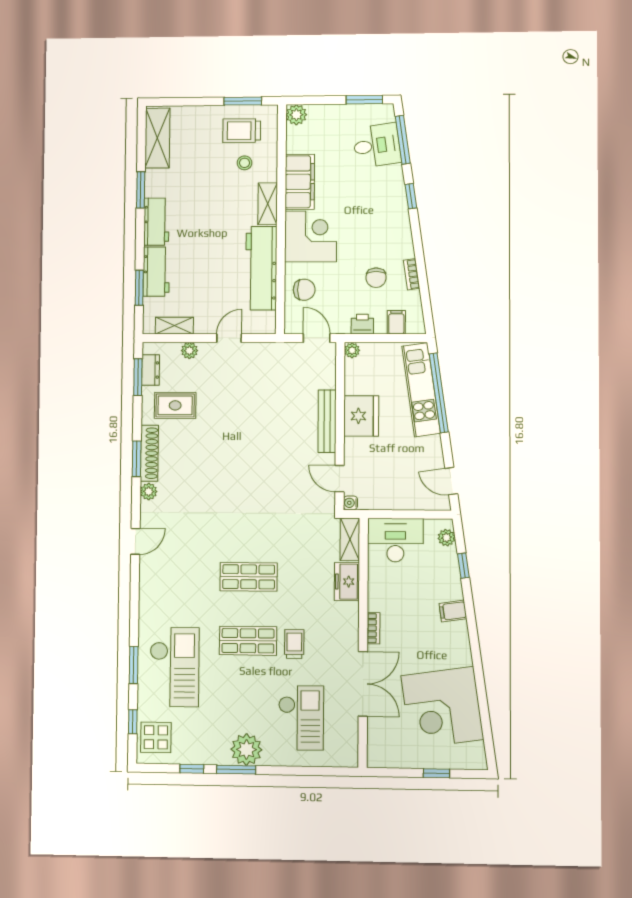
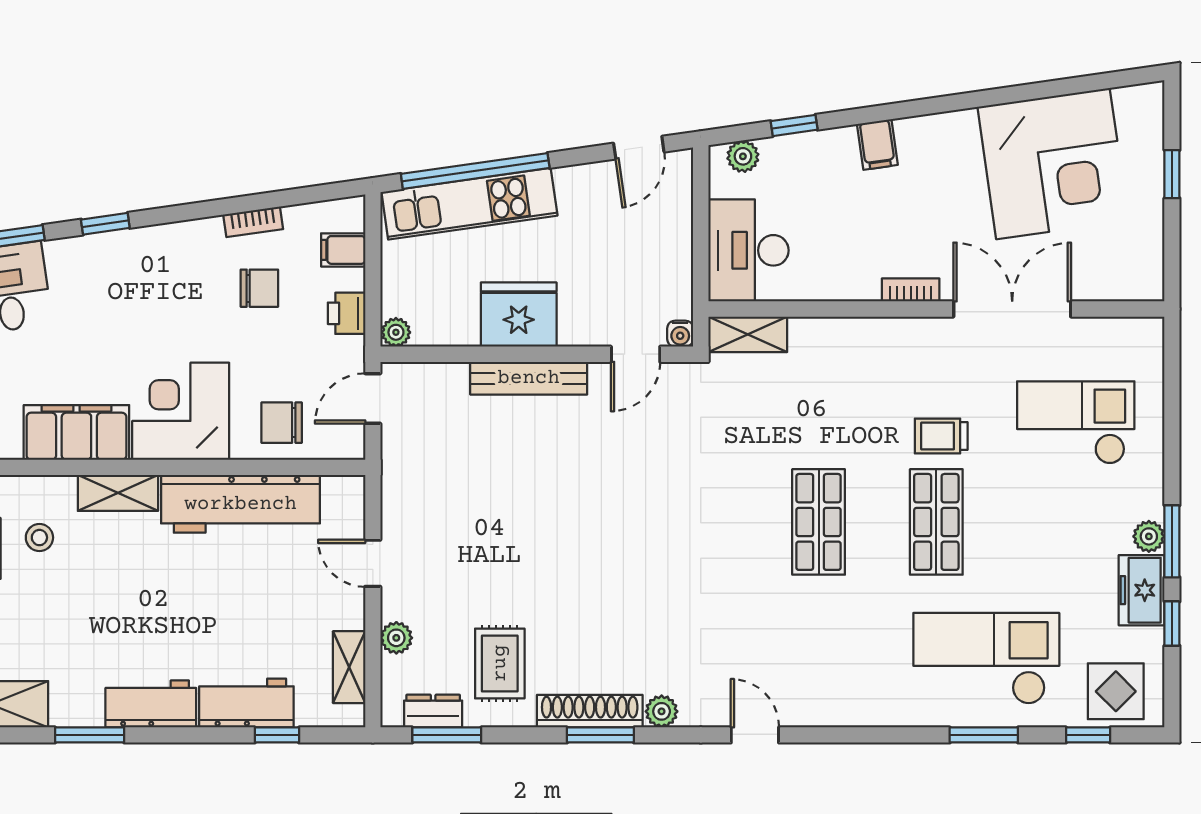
window: (139, 288) -> (277, 735), width x0.67
chair: (304, 290) -> (282, 423), turned -90
freezer: (347, 582) -> (1142, 590), moved, turned 90
plant: (246, 750) -> (1149, 536), width x0.53, depth x0.53

